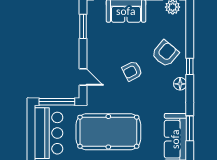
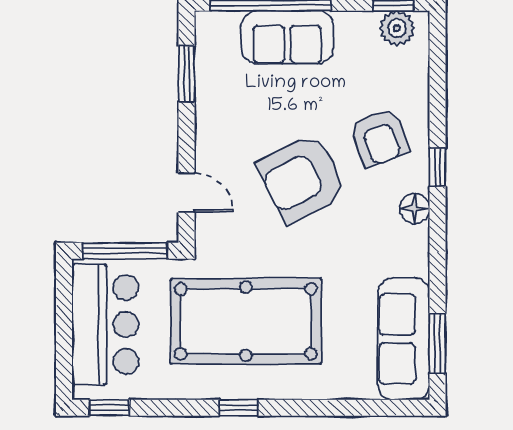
armchair: (165, 54) -> (380, 137), turned 120
armchair: (132, 71) -> (302, 178), width x1.88, depth x1.88
window: (190, 128) -> (438, 343), moved

